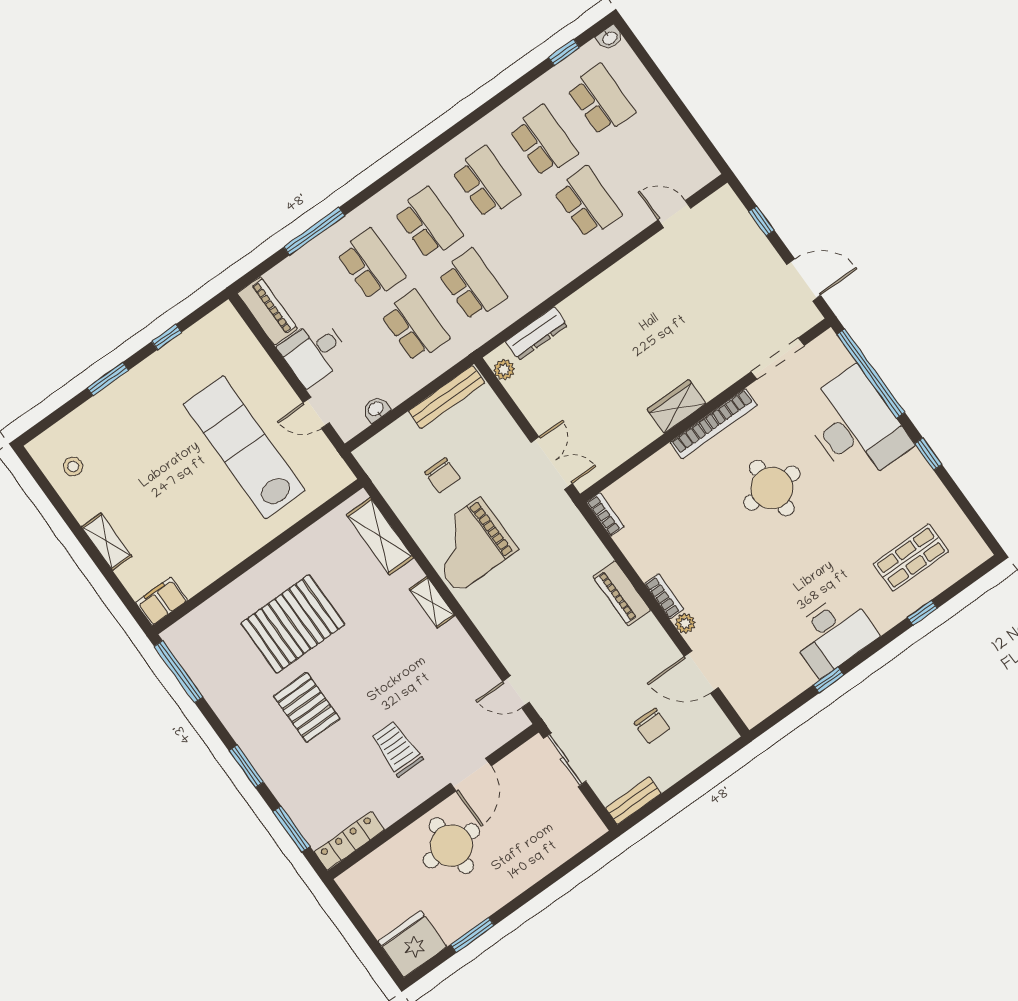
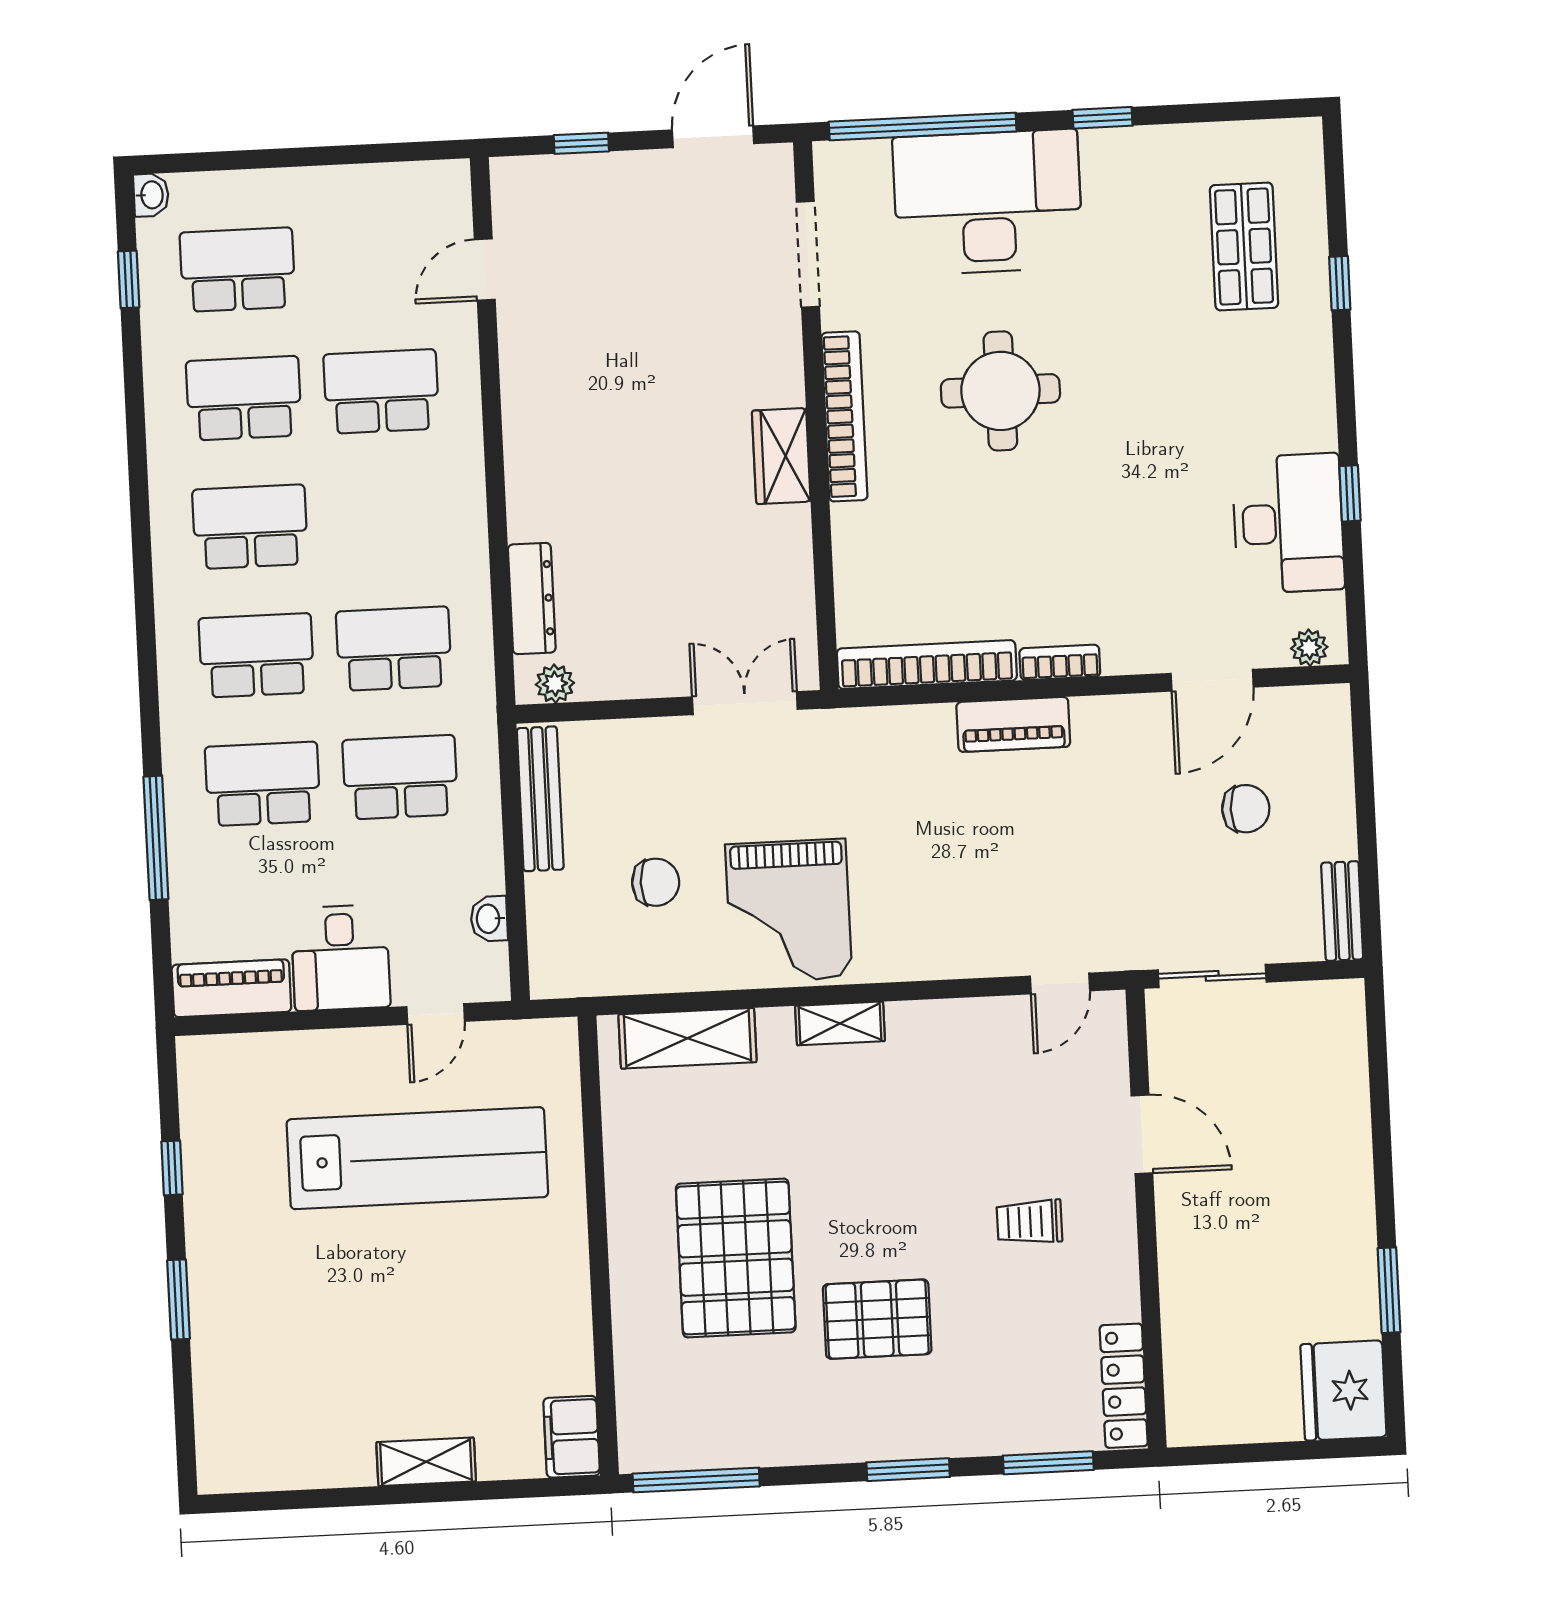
lab bench: (244, 447) -> (417, 1158), turned 180
stool: (73, 466) -> (278, 1439), removed
bookcase: (605, 514) -> (927, 665), width x2.31, depth x1.31
plant: (685, 623) -> (1309, 648), moved
desk: (833, 634) -> (1288, 523), moved
trolley: (397, 749) -> (1029, 1222), width x0.73, depth x0.72
round table: (451, 846) -> (1232, 1234), removed

